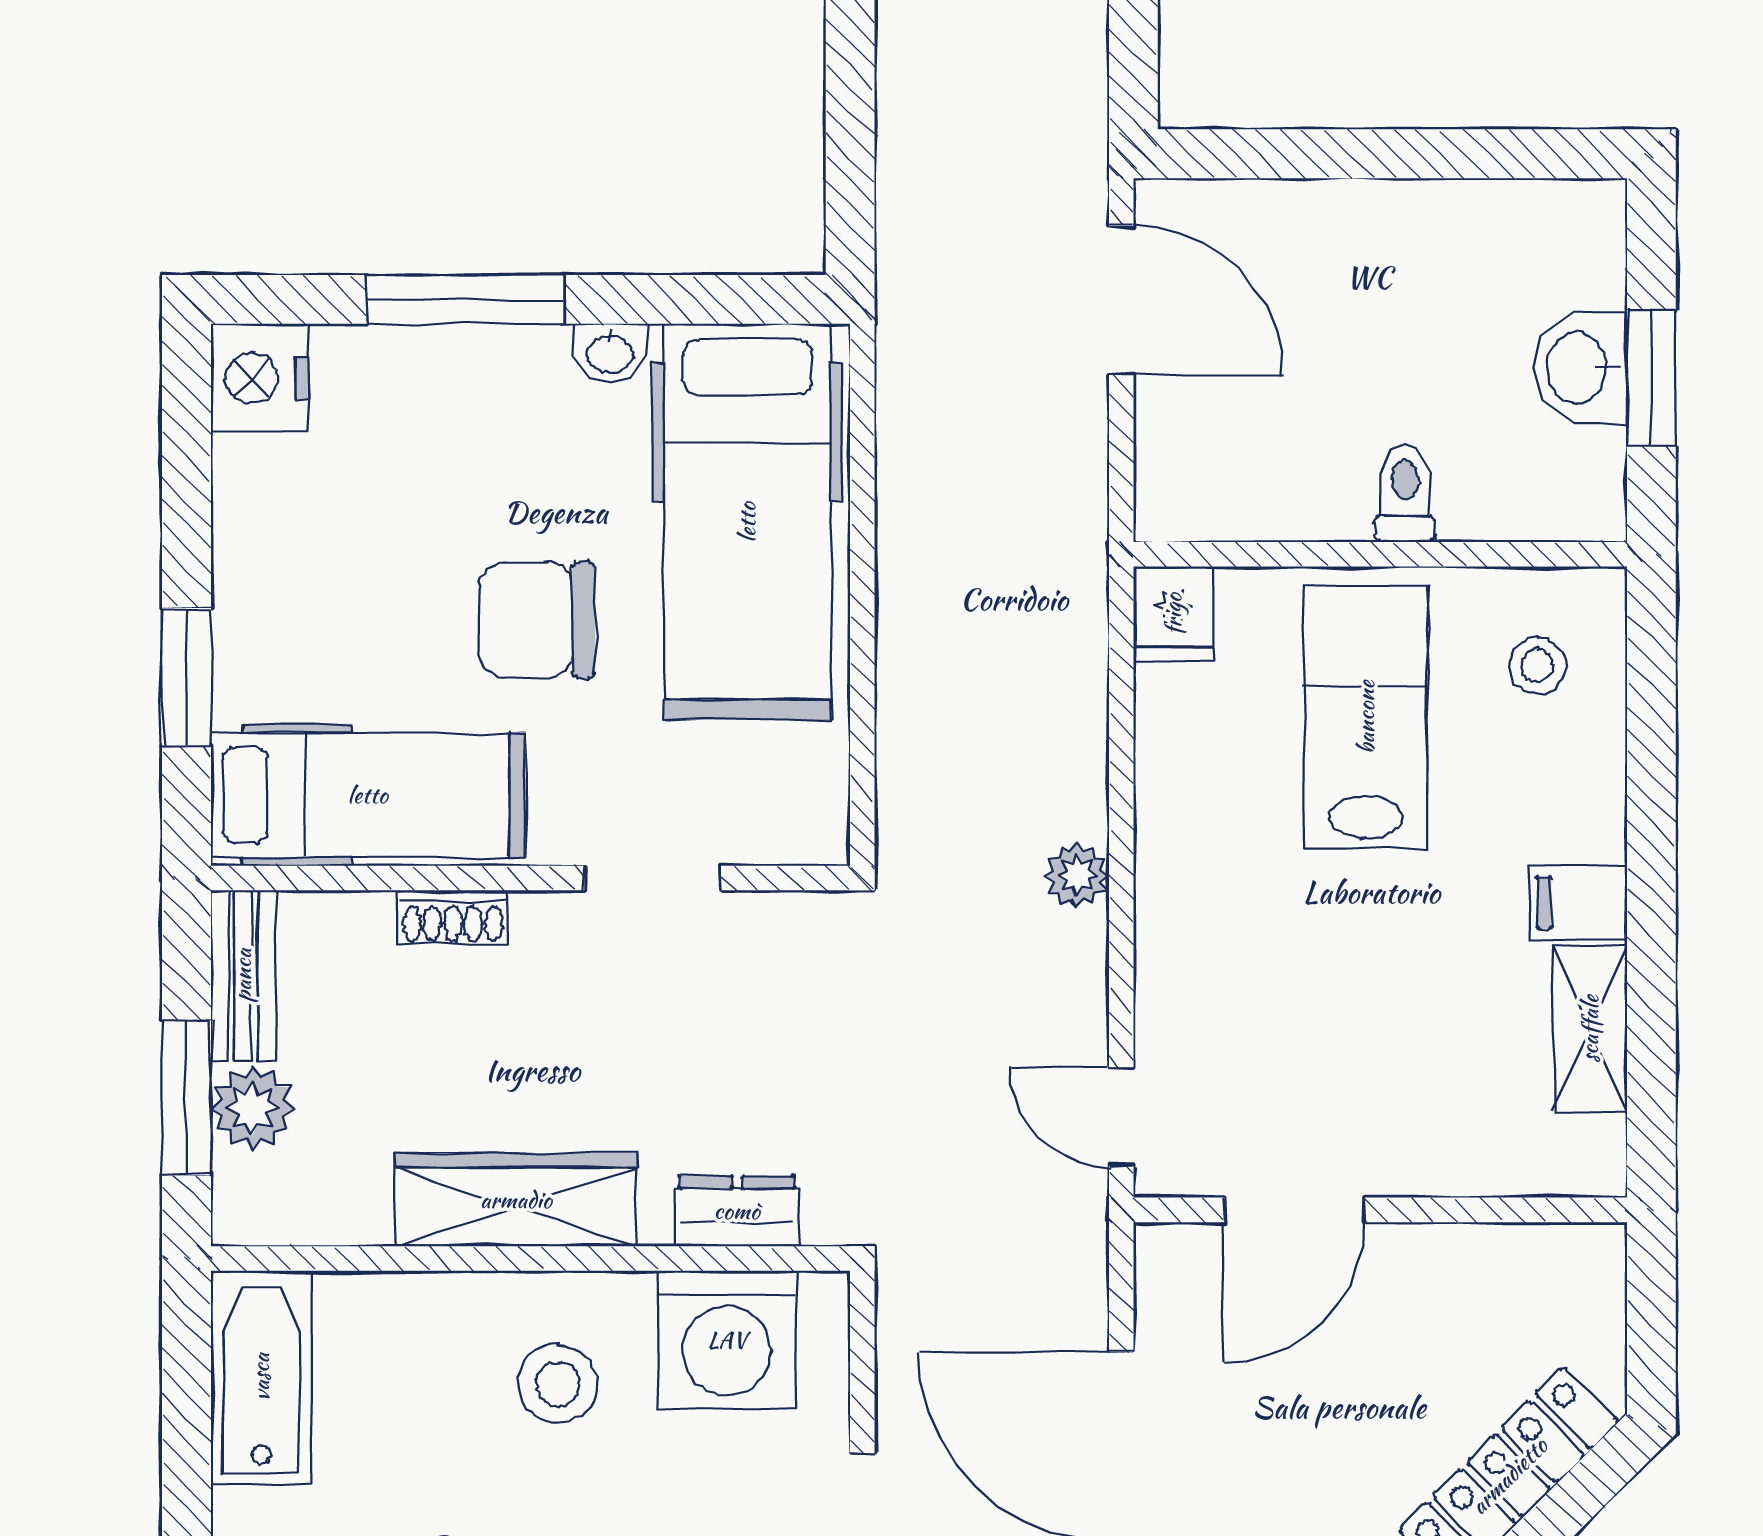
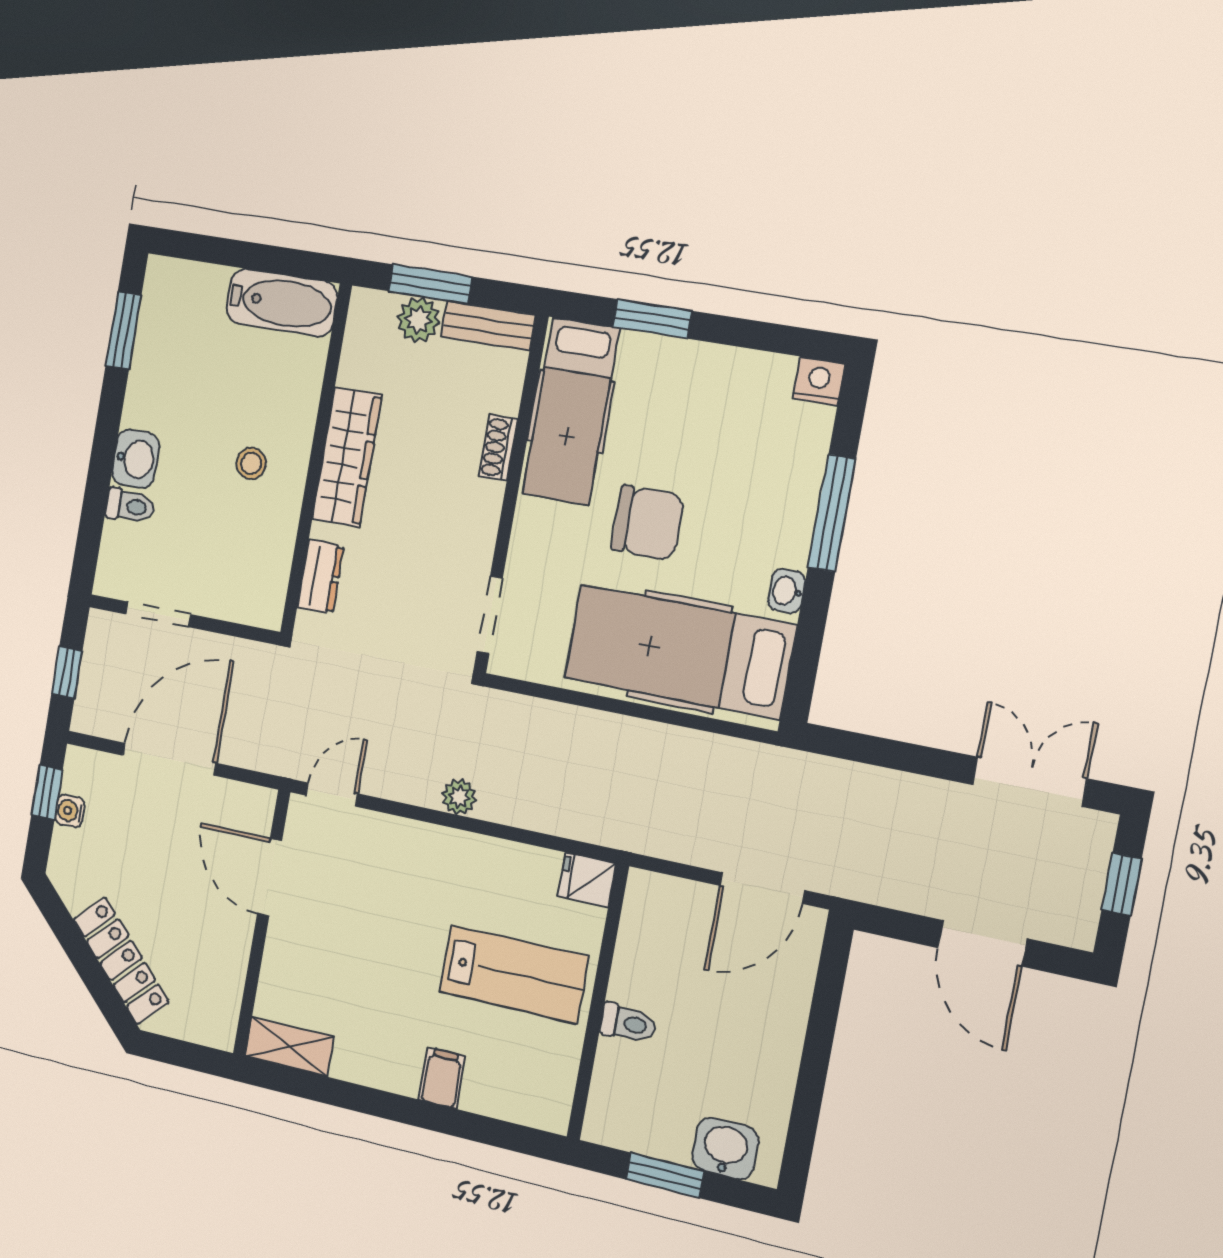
washbasin: (1580, 368) -> (725, 1148), moved
nightstand: (259, 378) -> (819, 381), width x0.74, depth x0.75
chair: (537, 620) -> (647, 523), turned 90
stool: (1537, 666) -> (523, 1074), removed
doorway: (653, 878) -> (490, 615), moved
filing cabinet: (1578, 903) -> (442, 1078), moved
shelving: (1590, 1029) -> (289, 1047), moved
washing machine: (727, 1340) -> (257, 559), removed
stool: (558, 1384) -> (251, 463), width x0.73, depth x0.73

